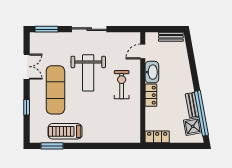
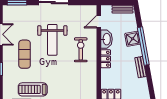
exercise mat: (55, 90) -> (25, 54), width x0.73, depth x0.69
window: (201, 113) -> (143, 46), moved
shower: (193, 126) -> (133, 39), moved

